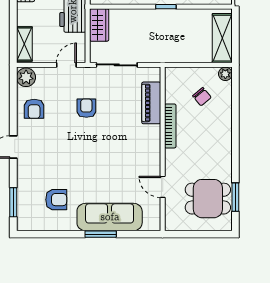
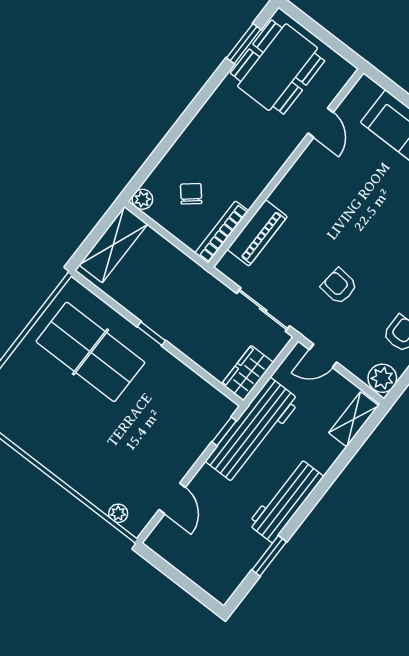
armchair: (86, 108) -> (339, 286), turned 96
bookcase: (170, 126) -> (222, 232), moved
dining table: (208, 199) -> (278, 67), width x1.38

